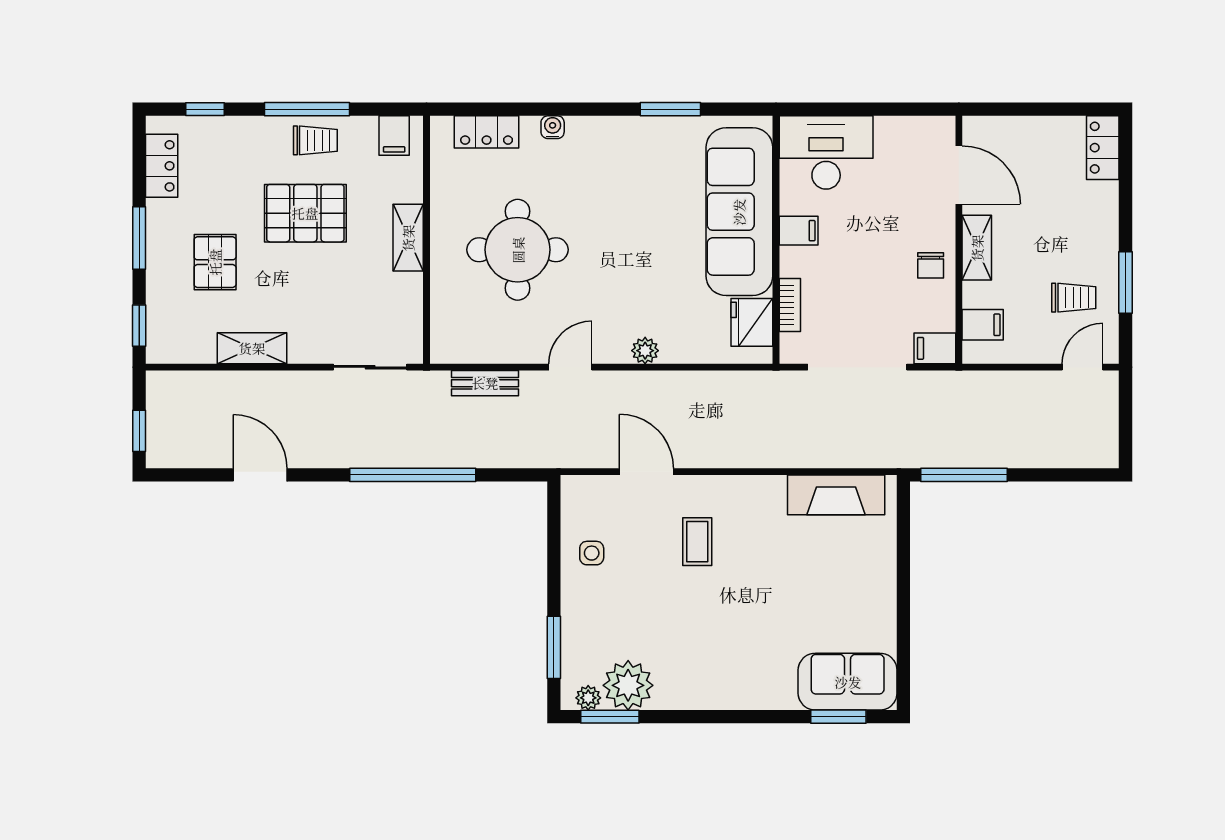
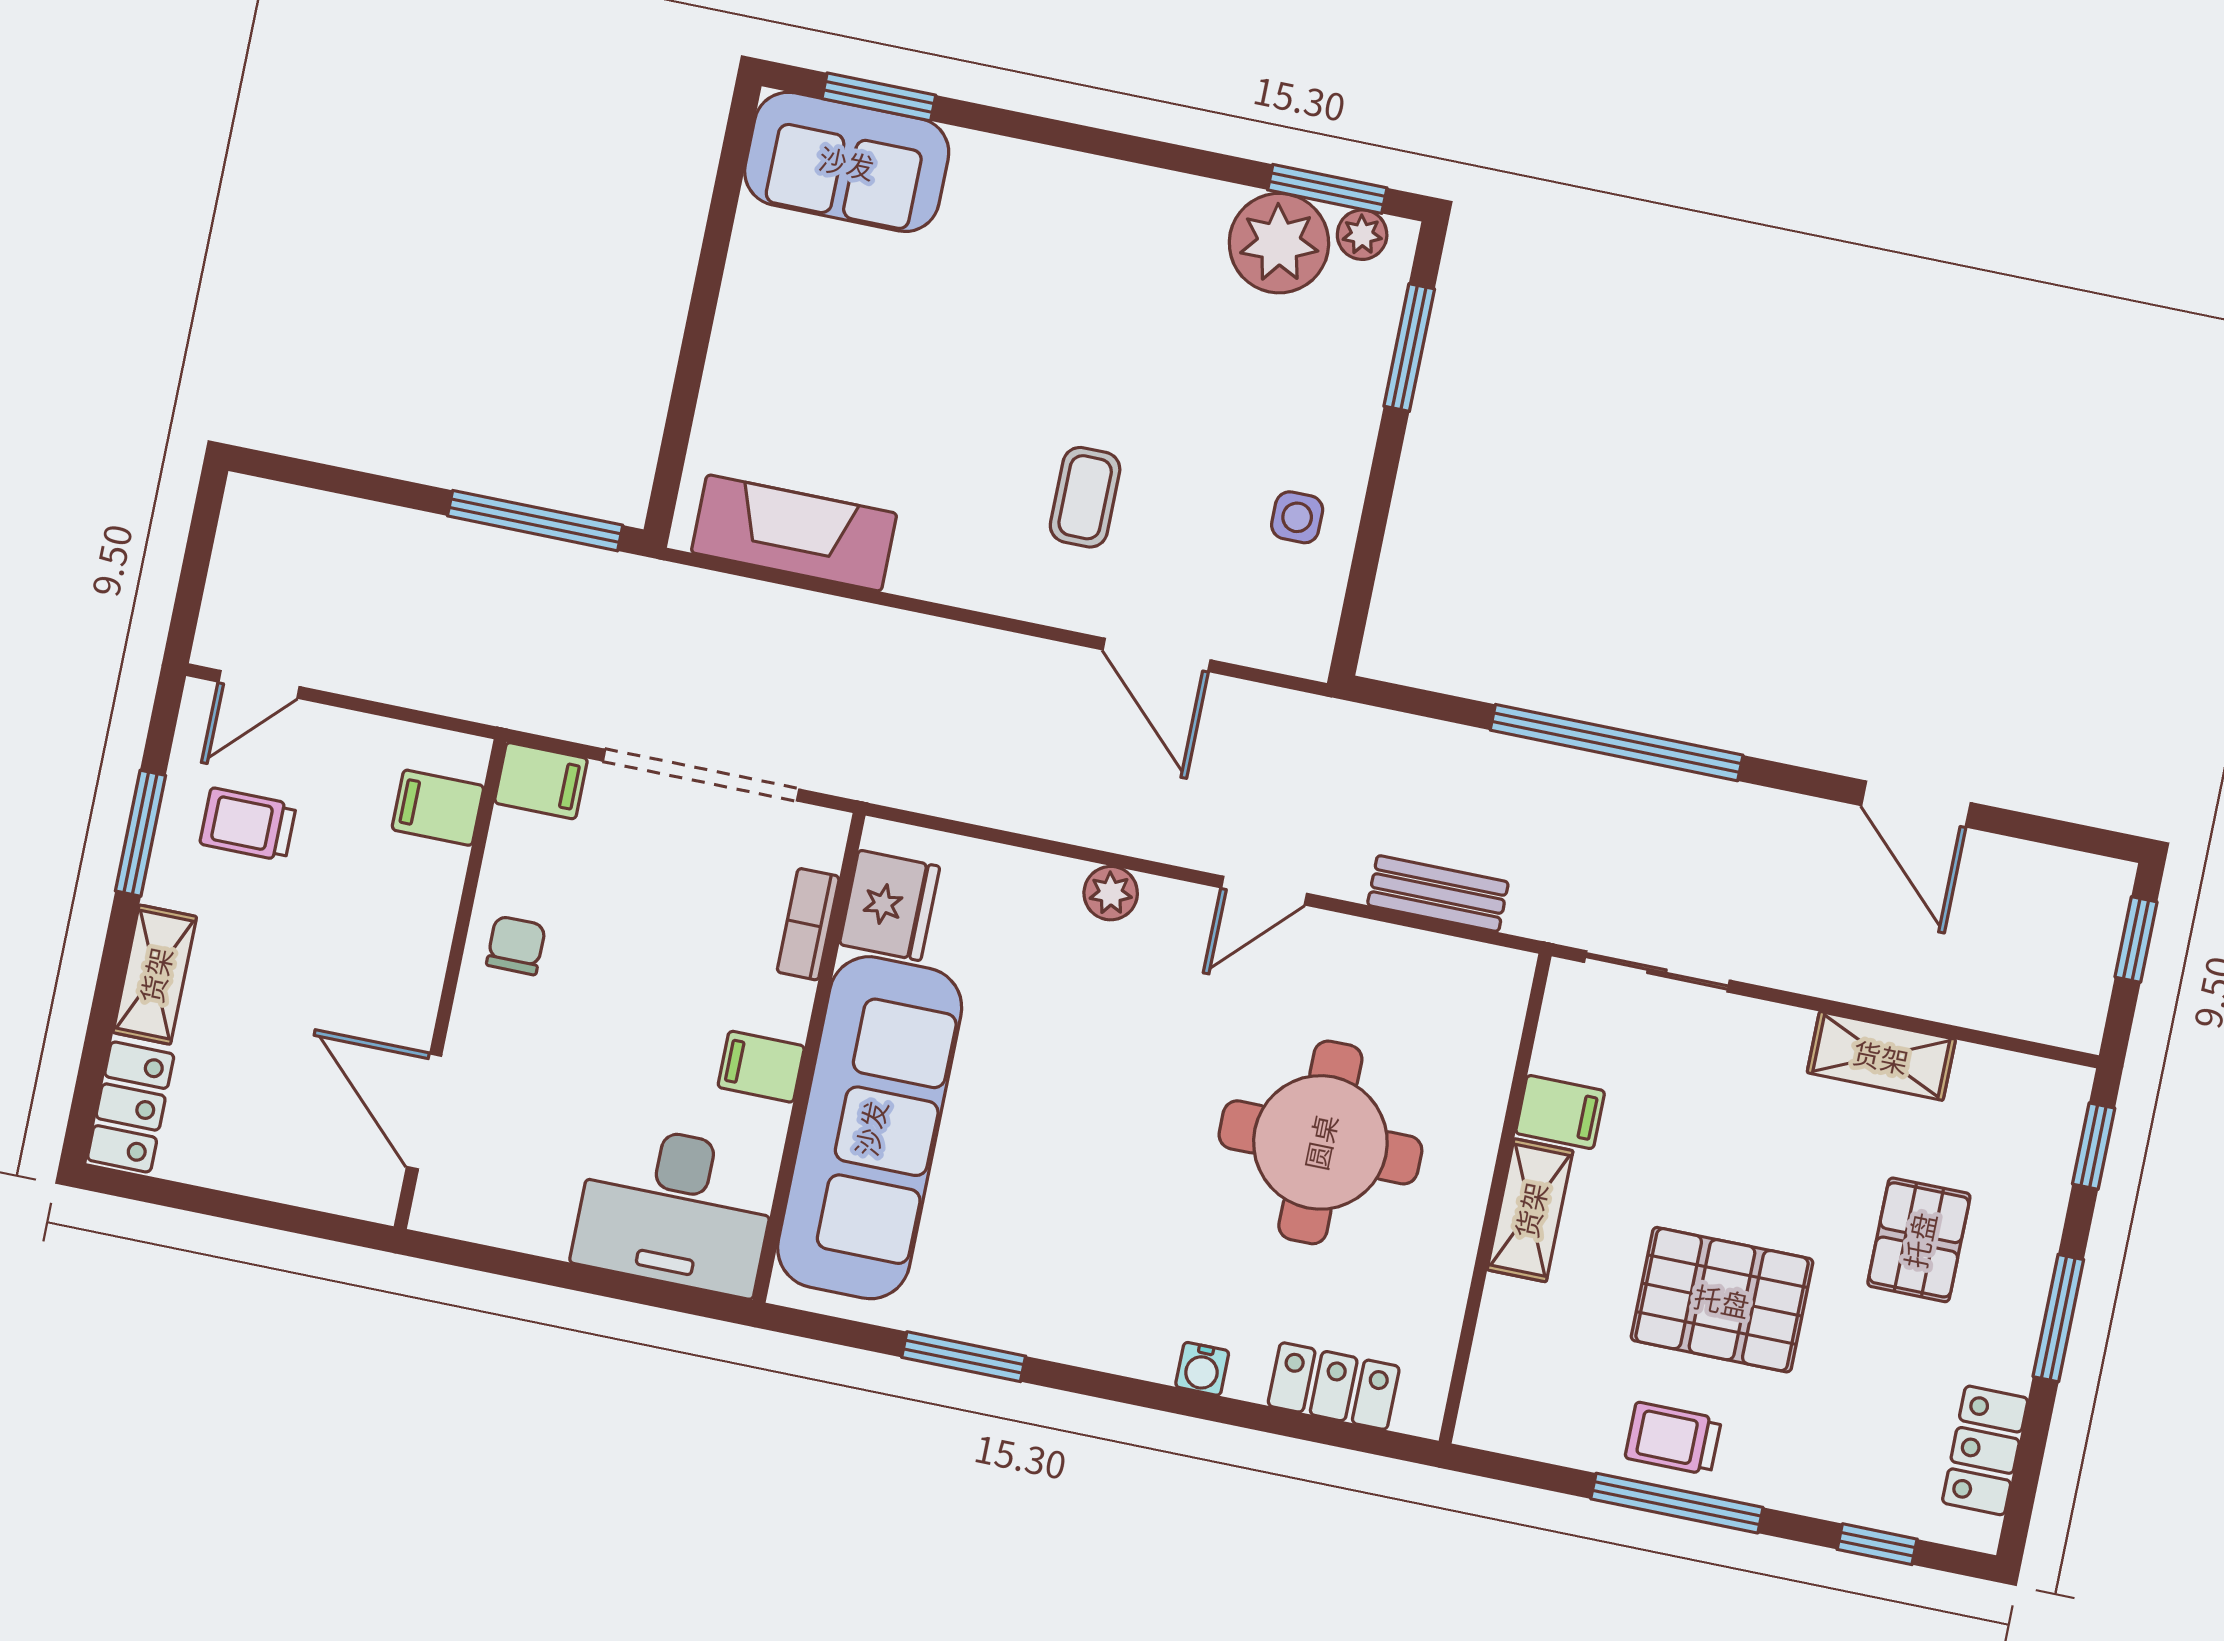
filing cabinet: (394, 136) -> (1560, 1112), moved, turned 90
shelving: (977, 248) -> (155, 975), moved

